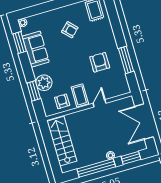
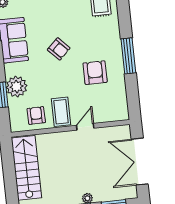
armchair: (70, 30) -> (59, 49), moved
window: (126, 60) -> (128, 56), moved

